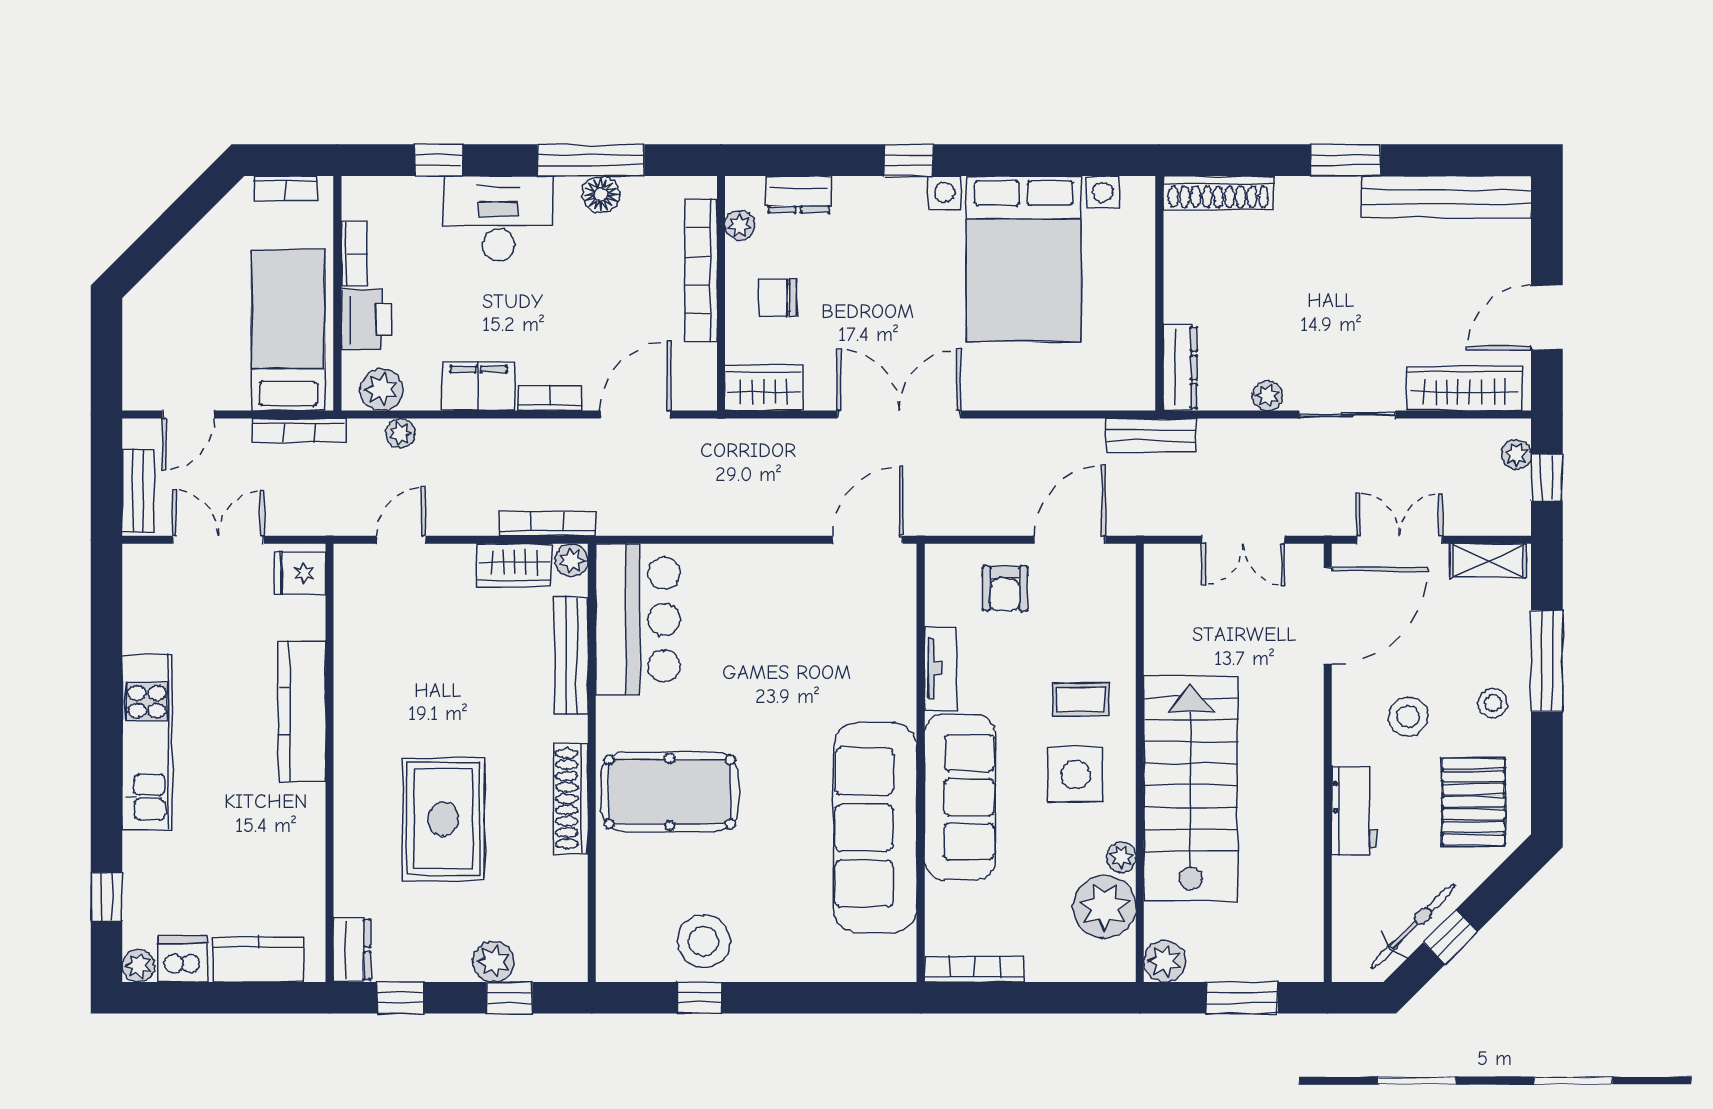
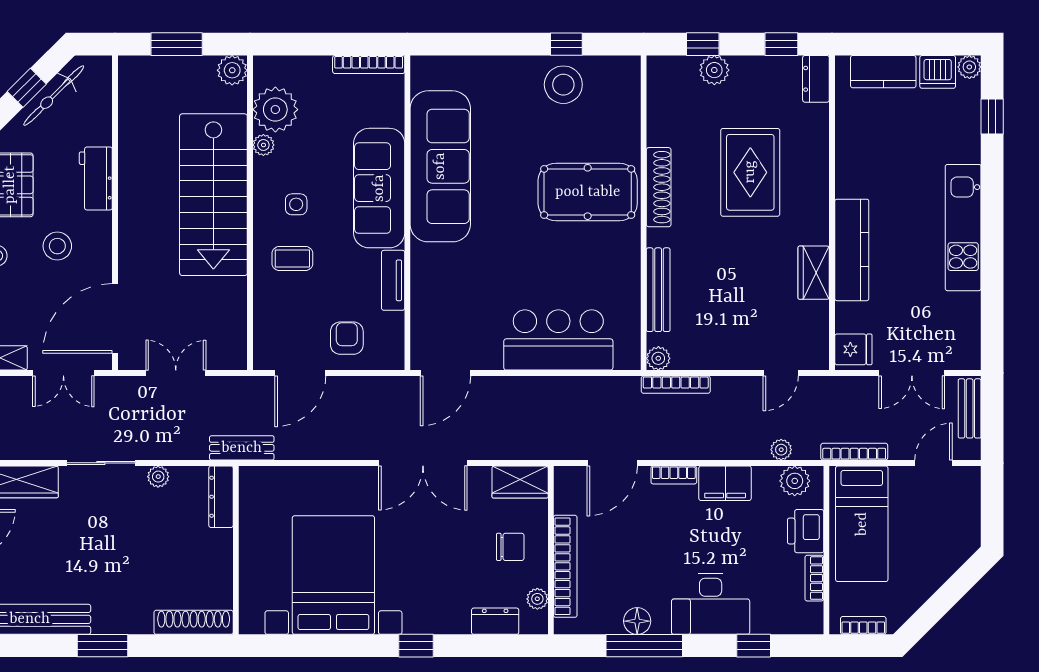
wardrobe: (515, 565) -> (814, 273), moved, turned -90
bar counter: (638, 619) -> (558, 340), moved, turned 90
side table: (1076, 775) -> (296, 204), width x0.54, depth x0.54

